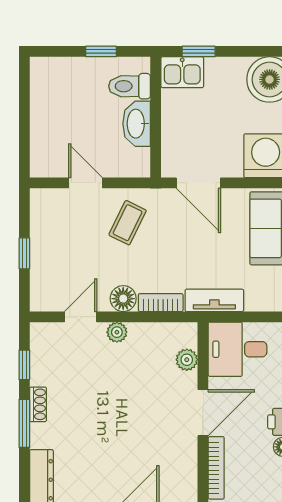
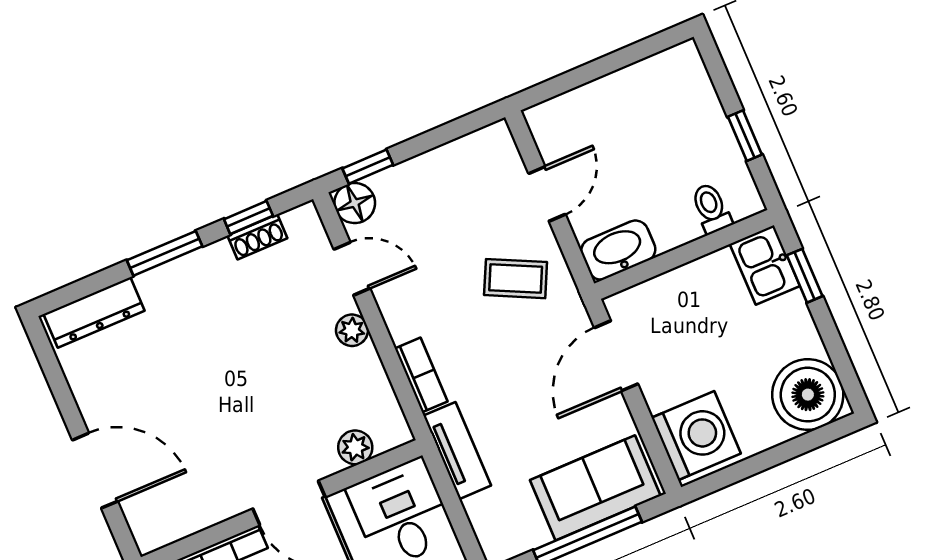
toilet: (130, 86) -> (711, 208), width x0.73, depth x0.72
washbasin: (137, 124) -> (618, 250), moved
window: (24, 253) -> (368, 167), moved
floor lamp: (123, 299) -> (355, 203), moved
shoe rack: (38, 404) -> (257, 237), moved

